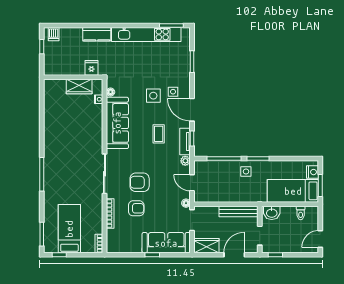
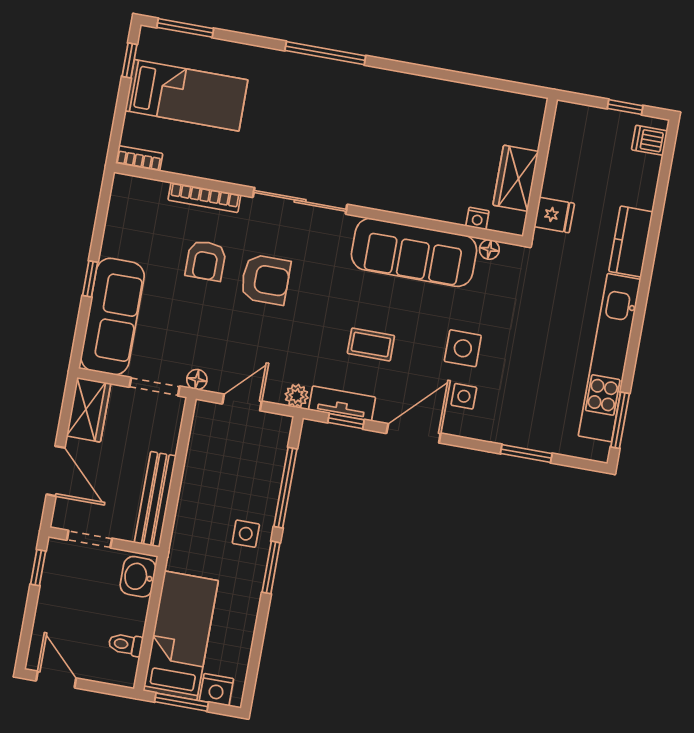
armchair: (140, 182) -> (265, 280), turned 90

